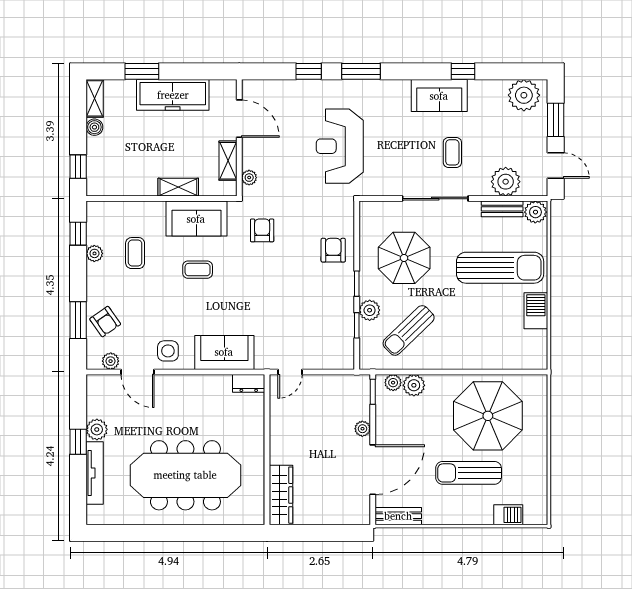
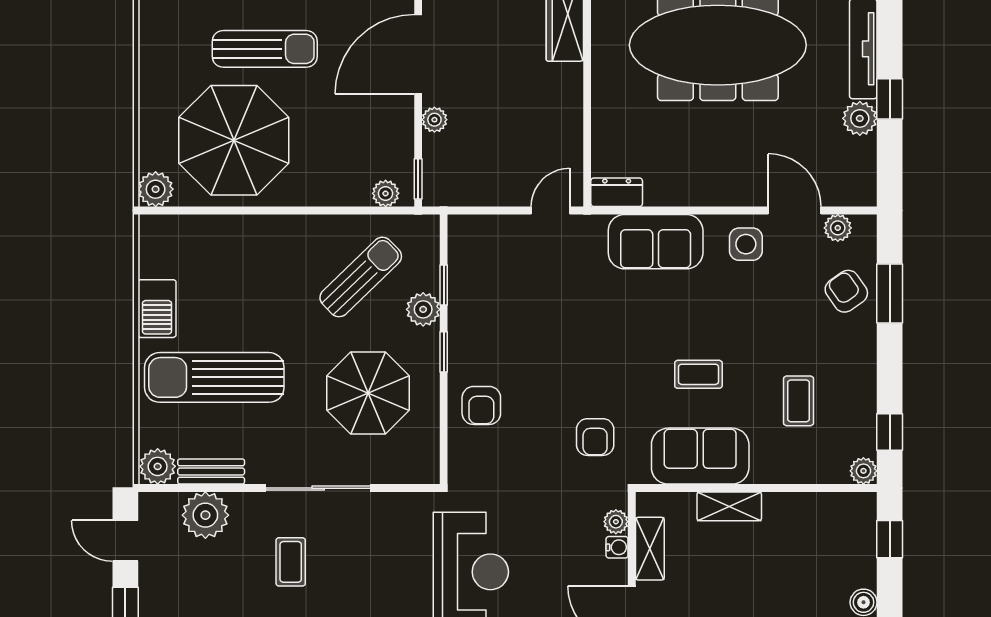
water cooler: (248, 162) -> (617, 547), added
plant: (94, 253) -> (863, 471), moved
plant: (414, 385) -> (156, 189), moved

